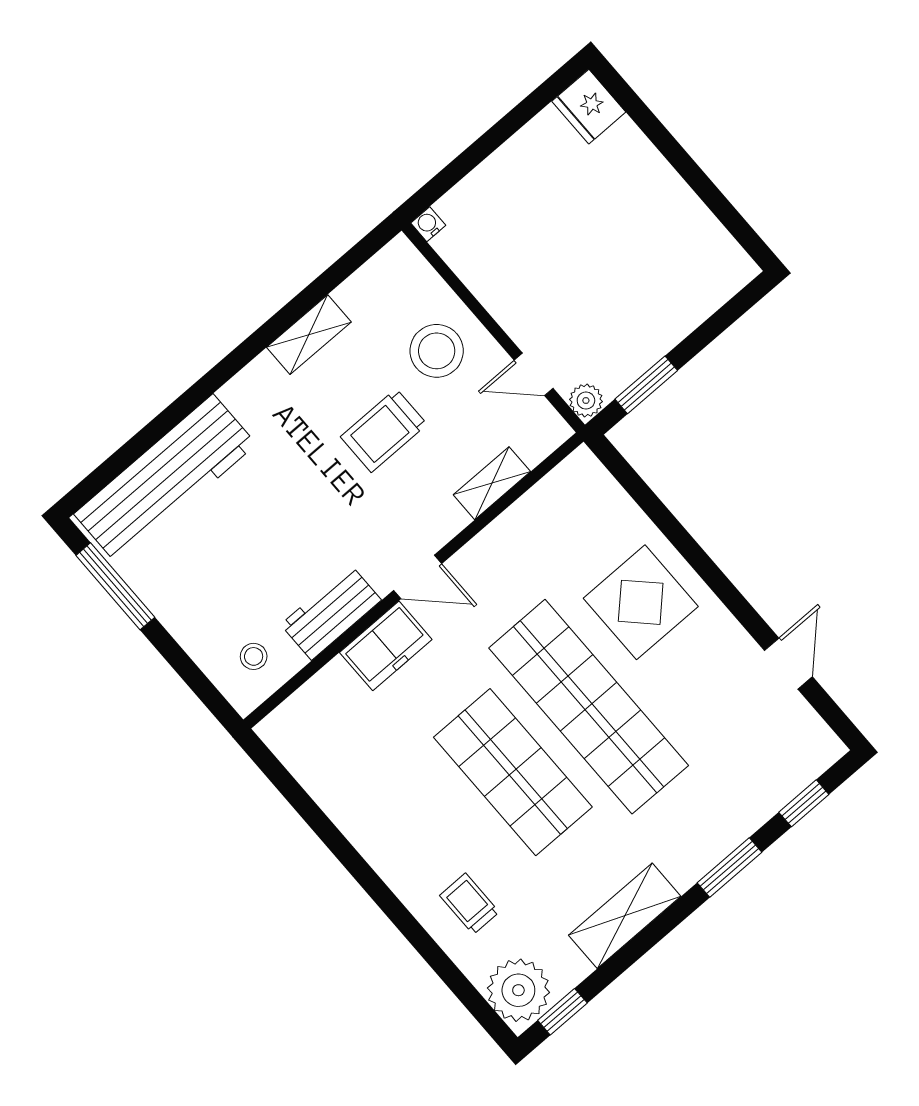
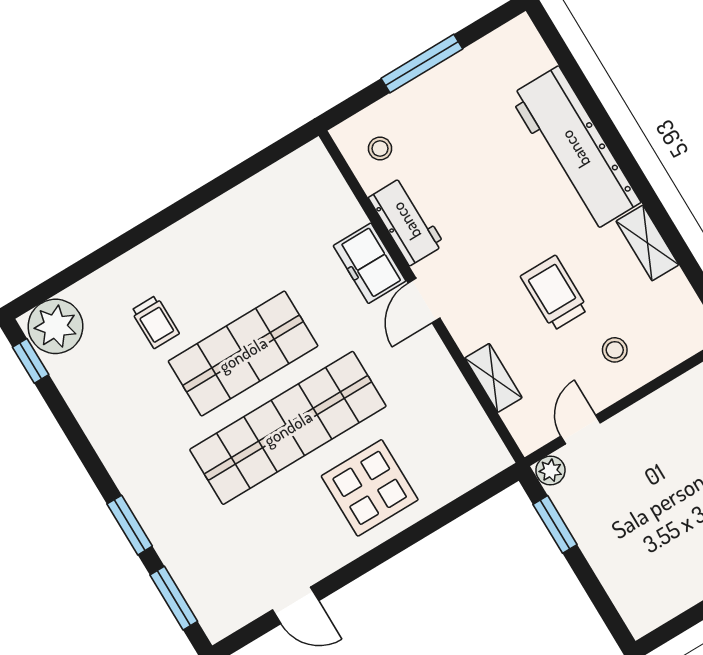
stool: (437, 351) -> (615, 350), width x0.53, depth x0.53
workbench: (165, 479) -> (575, 149), moved
window: (115, 586) -> (422, 64), moved
window: (804, 803) -> (174, 598), width x1.50
trolley: (469, 904) -> (155, 322), moved, turned 90
shelving: (625, 916) -> (104, 428), removed

